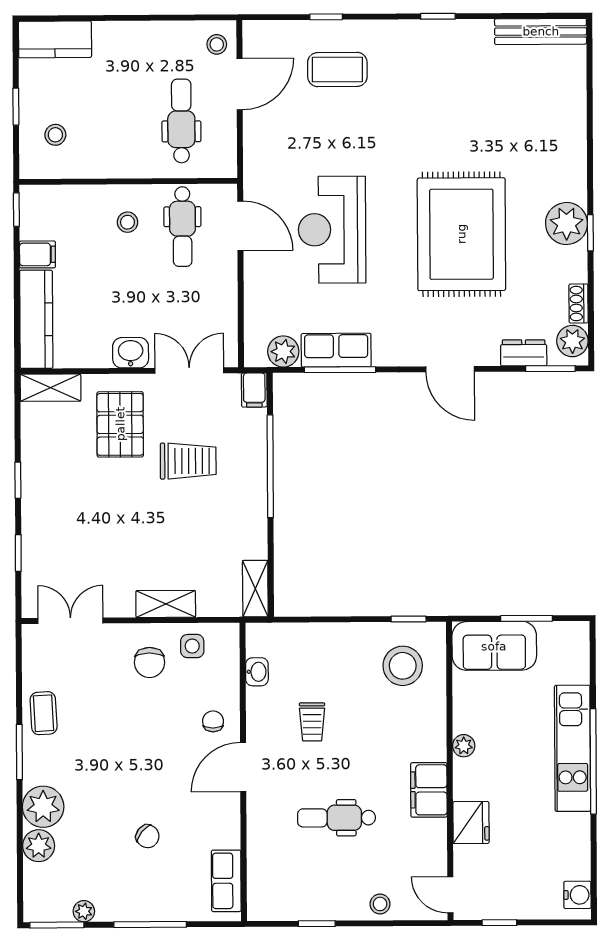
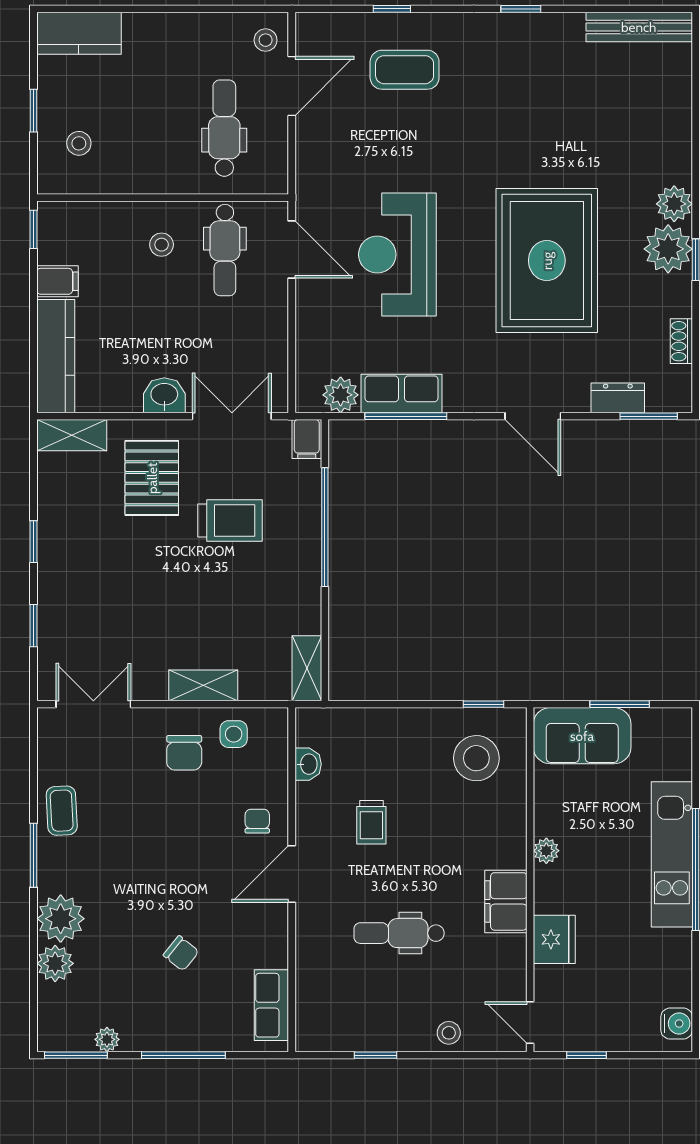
plant: (572, 341) -> (674, 204), moved

